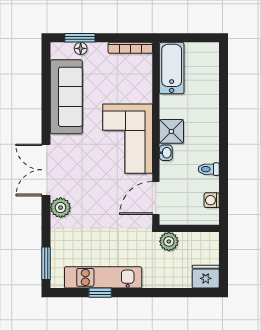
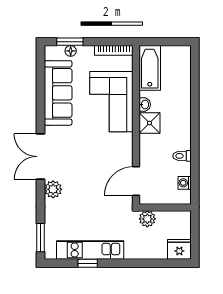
corner sofa: (128, 139) -> (111, 102), moved
washbasin: (166, 153) -> (145, 105), moved

